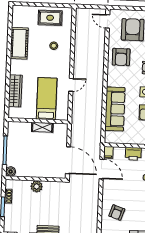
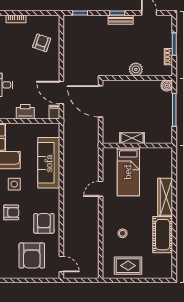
wardrobe: (15, 91) -> (165, 197), moved

